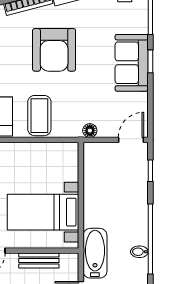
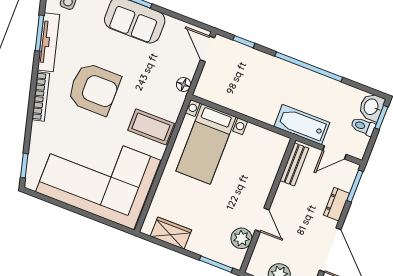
bed with nightstands: (43, 212) -> (206, 144), moved
bidet: (139, 252) -> (317, 82), removed
bench: (39, 260) -> (294, 164), moved

